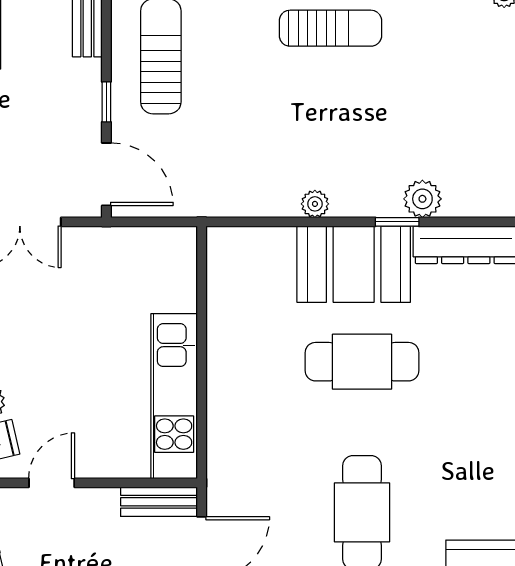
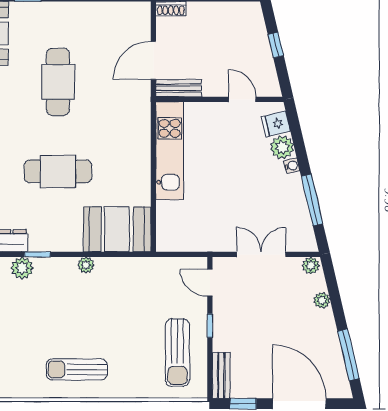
door: (106, 174) -> (210, 283), width x0.73
booth: (354, 264) -> (117, 229), moved
door: (52, 483) -> (242, 99), swing flipped

